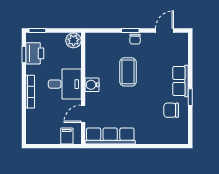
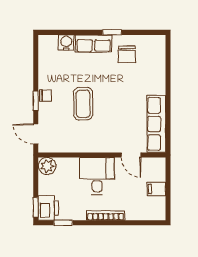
door: (165, 30) -> (36, 134), moved
printer: (35, 53) -> (48, 208), moved, turned 90
coffee table: (128, 72) -> (83, 104), turned 90
water cooler: (92, 85) -> (66, 43), moved, turned 180
filing cabinet: (67, 136) -> (156, 189), moved

